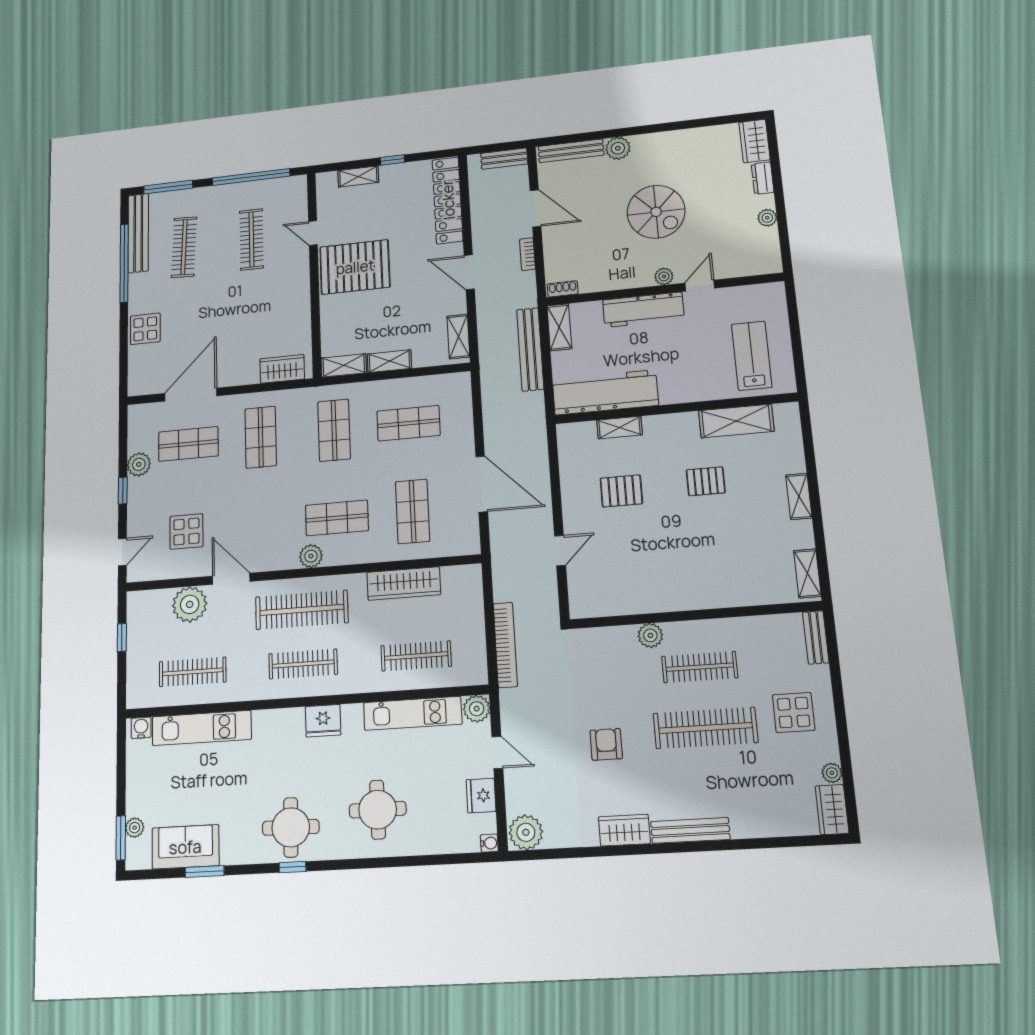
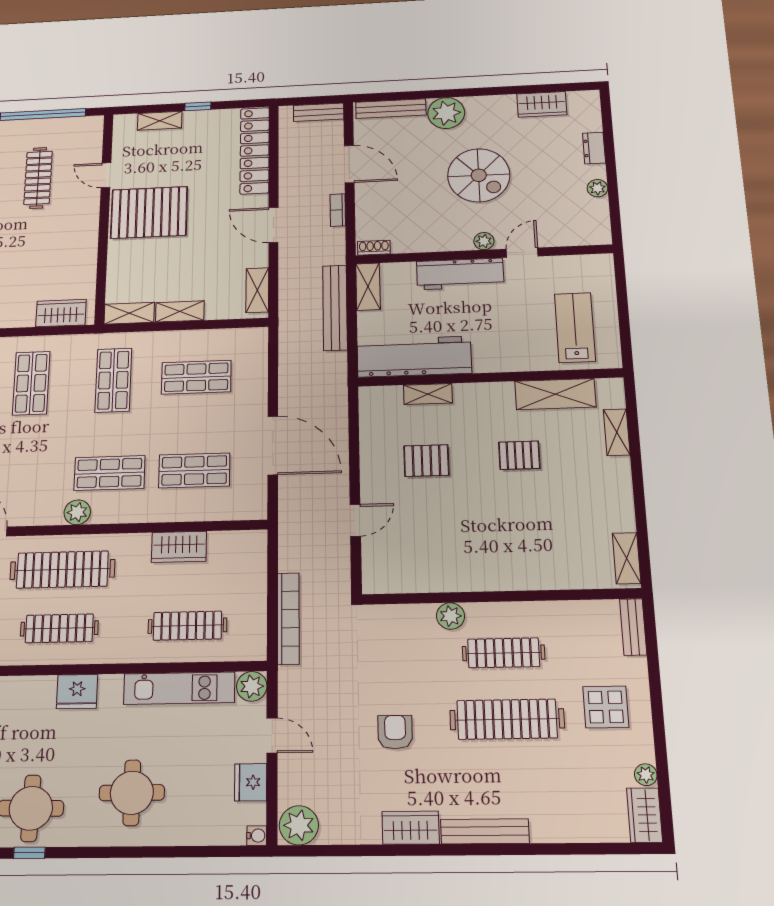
wardrobe: (754, 141) -> (542, 104), moved, turned -90
plant: (618, 148) -> (446, 113), width x1.36, depth x1.36
shelving: (799, 496) -> (617, 432), moved
shop shelf: (413, 511) -> (194, 470), turned 90
wardrobe: (404, 584) -> (179, 547), width x0.67

